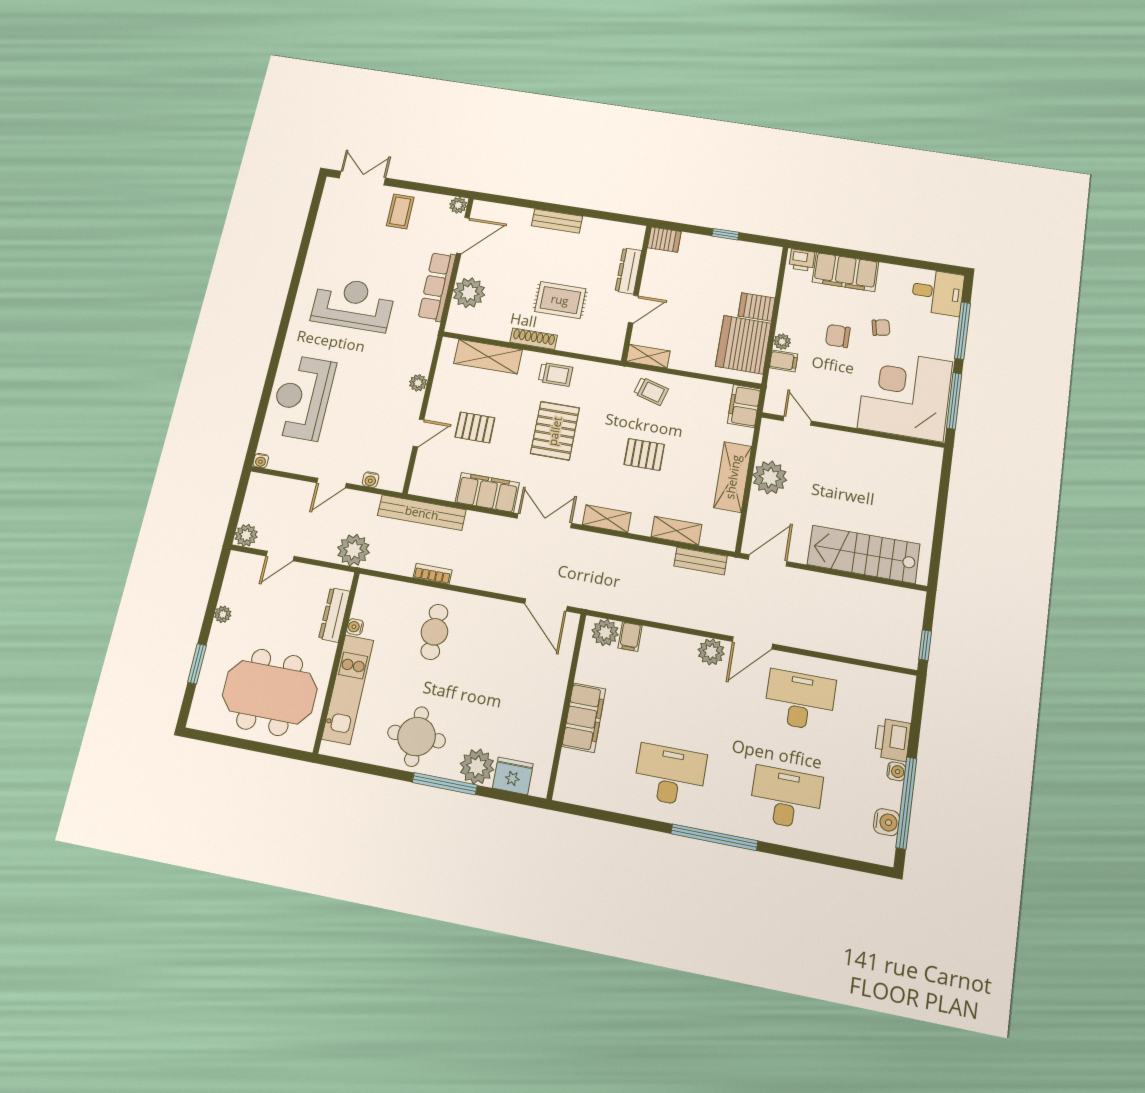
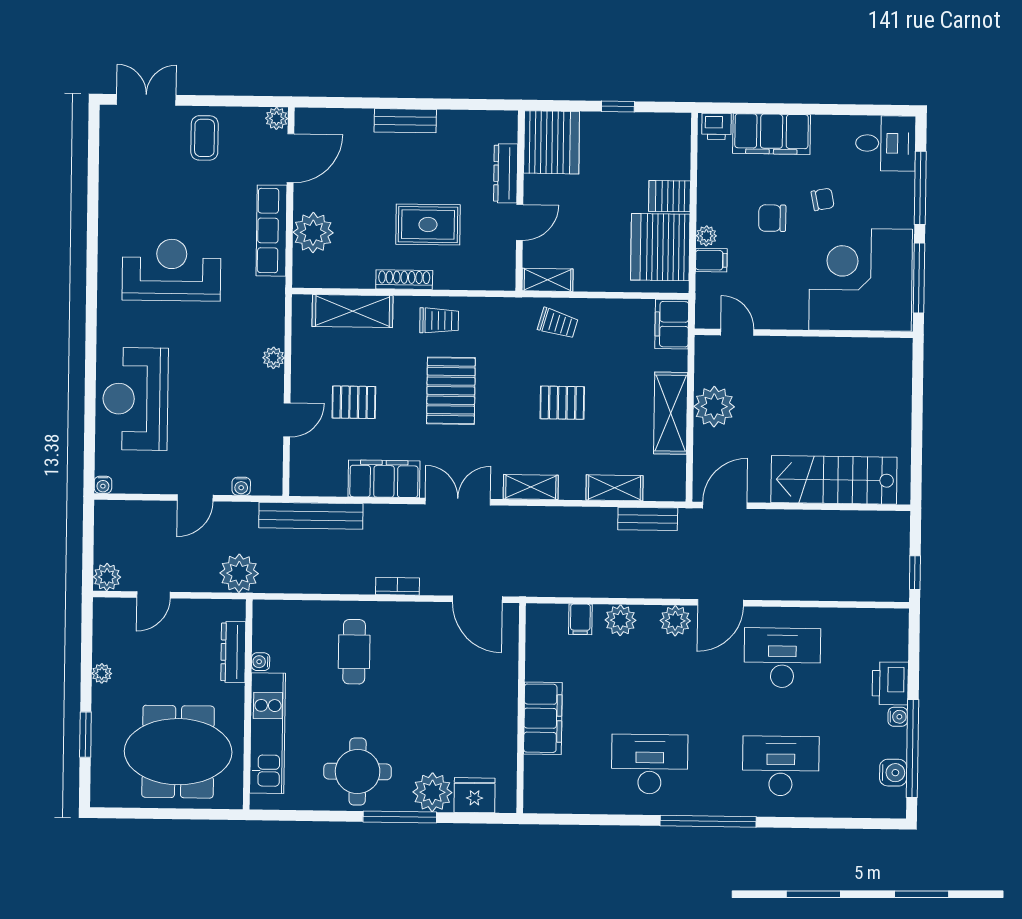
server rack: (664, 240) -> (552, 142), width x2.18, depth x1.44
bookcase: (433, 574) -> (397, 586), moved
plant: (605, 632) -> (620, 620), moved

